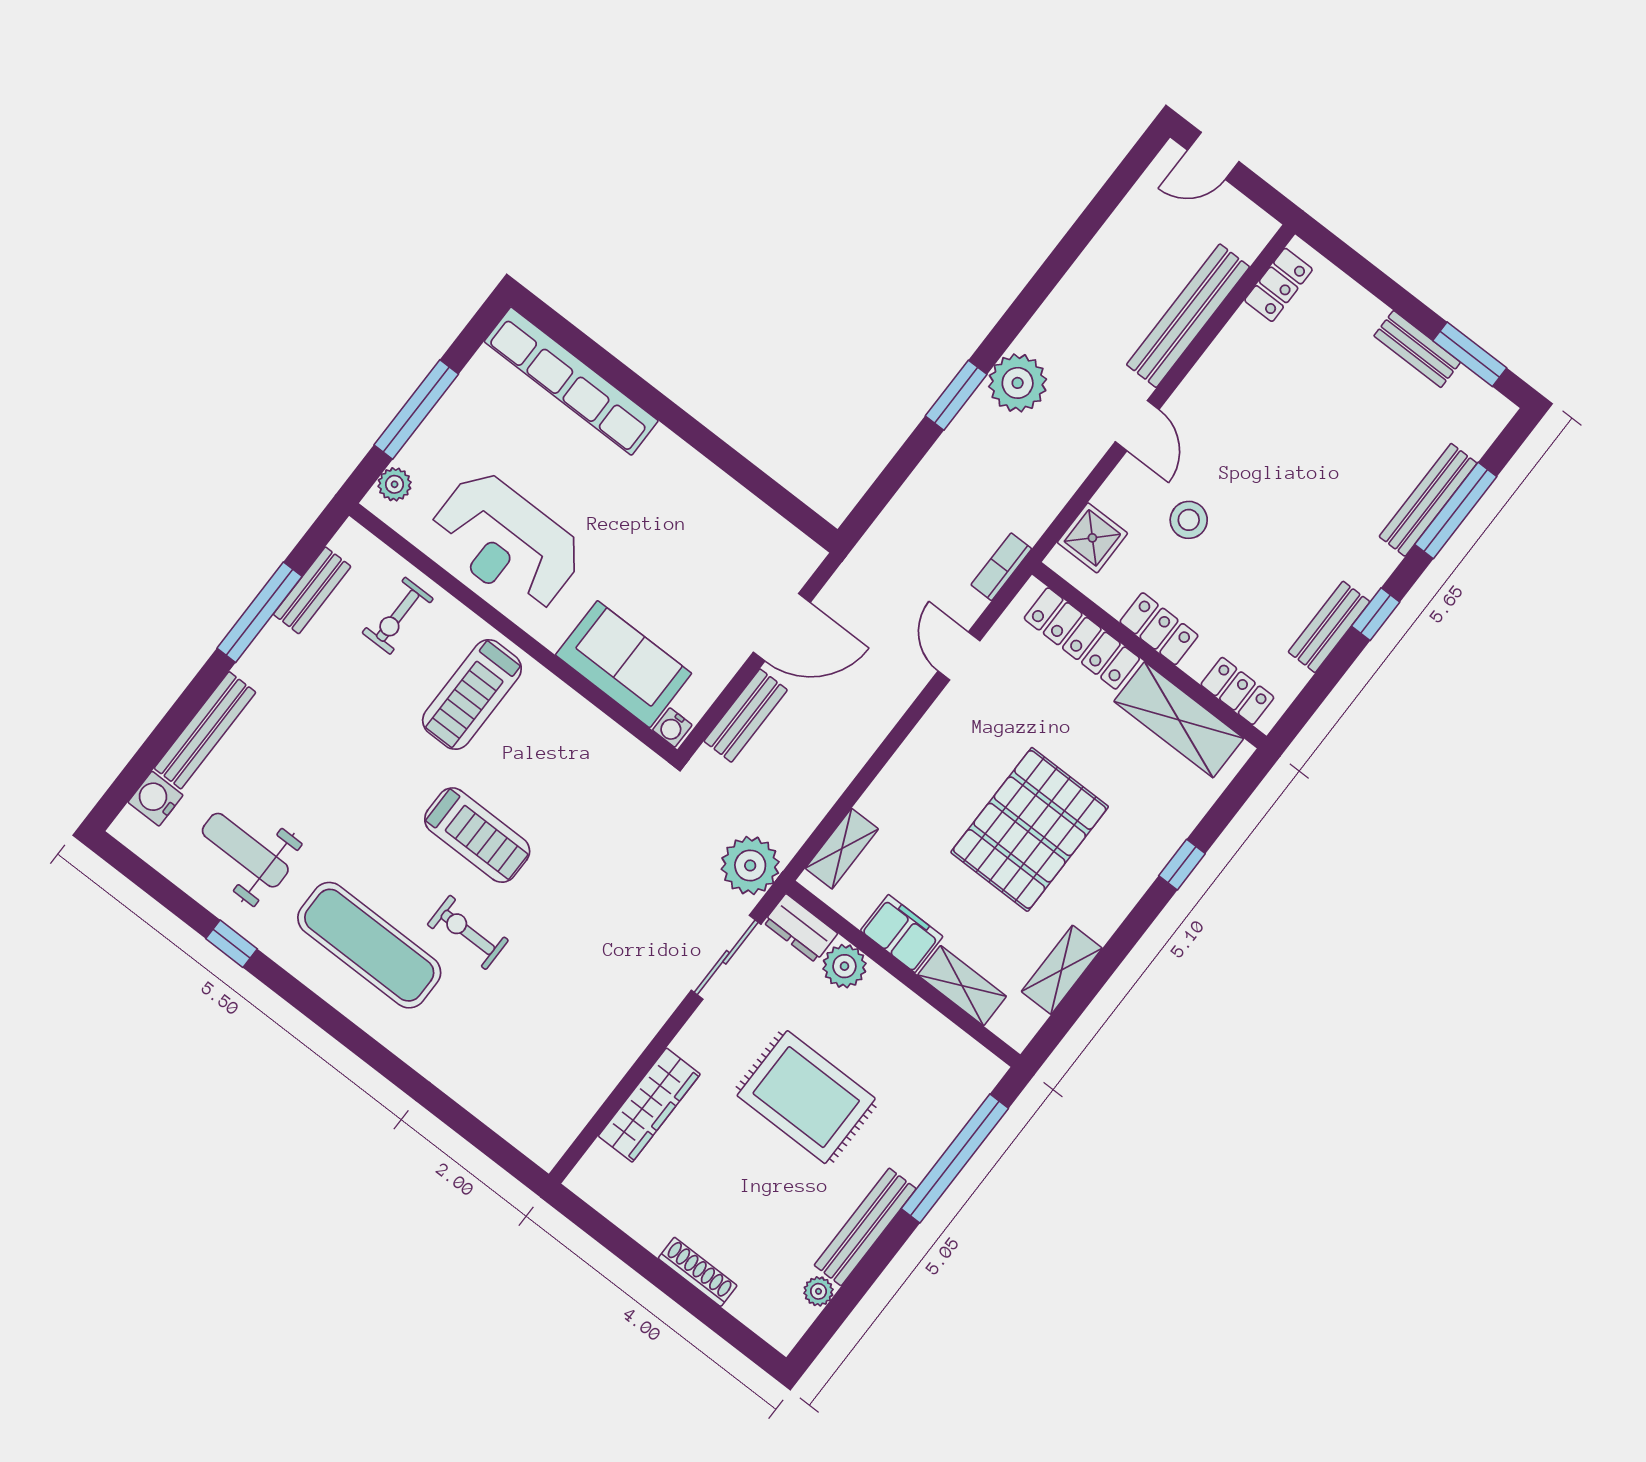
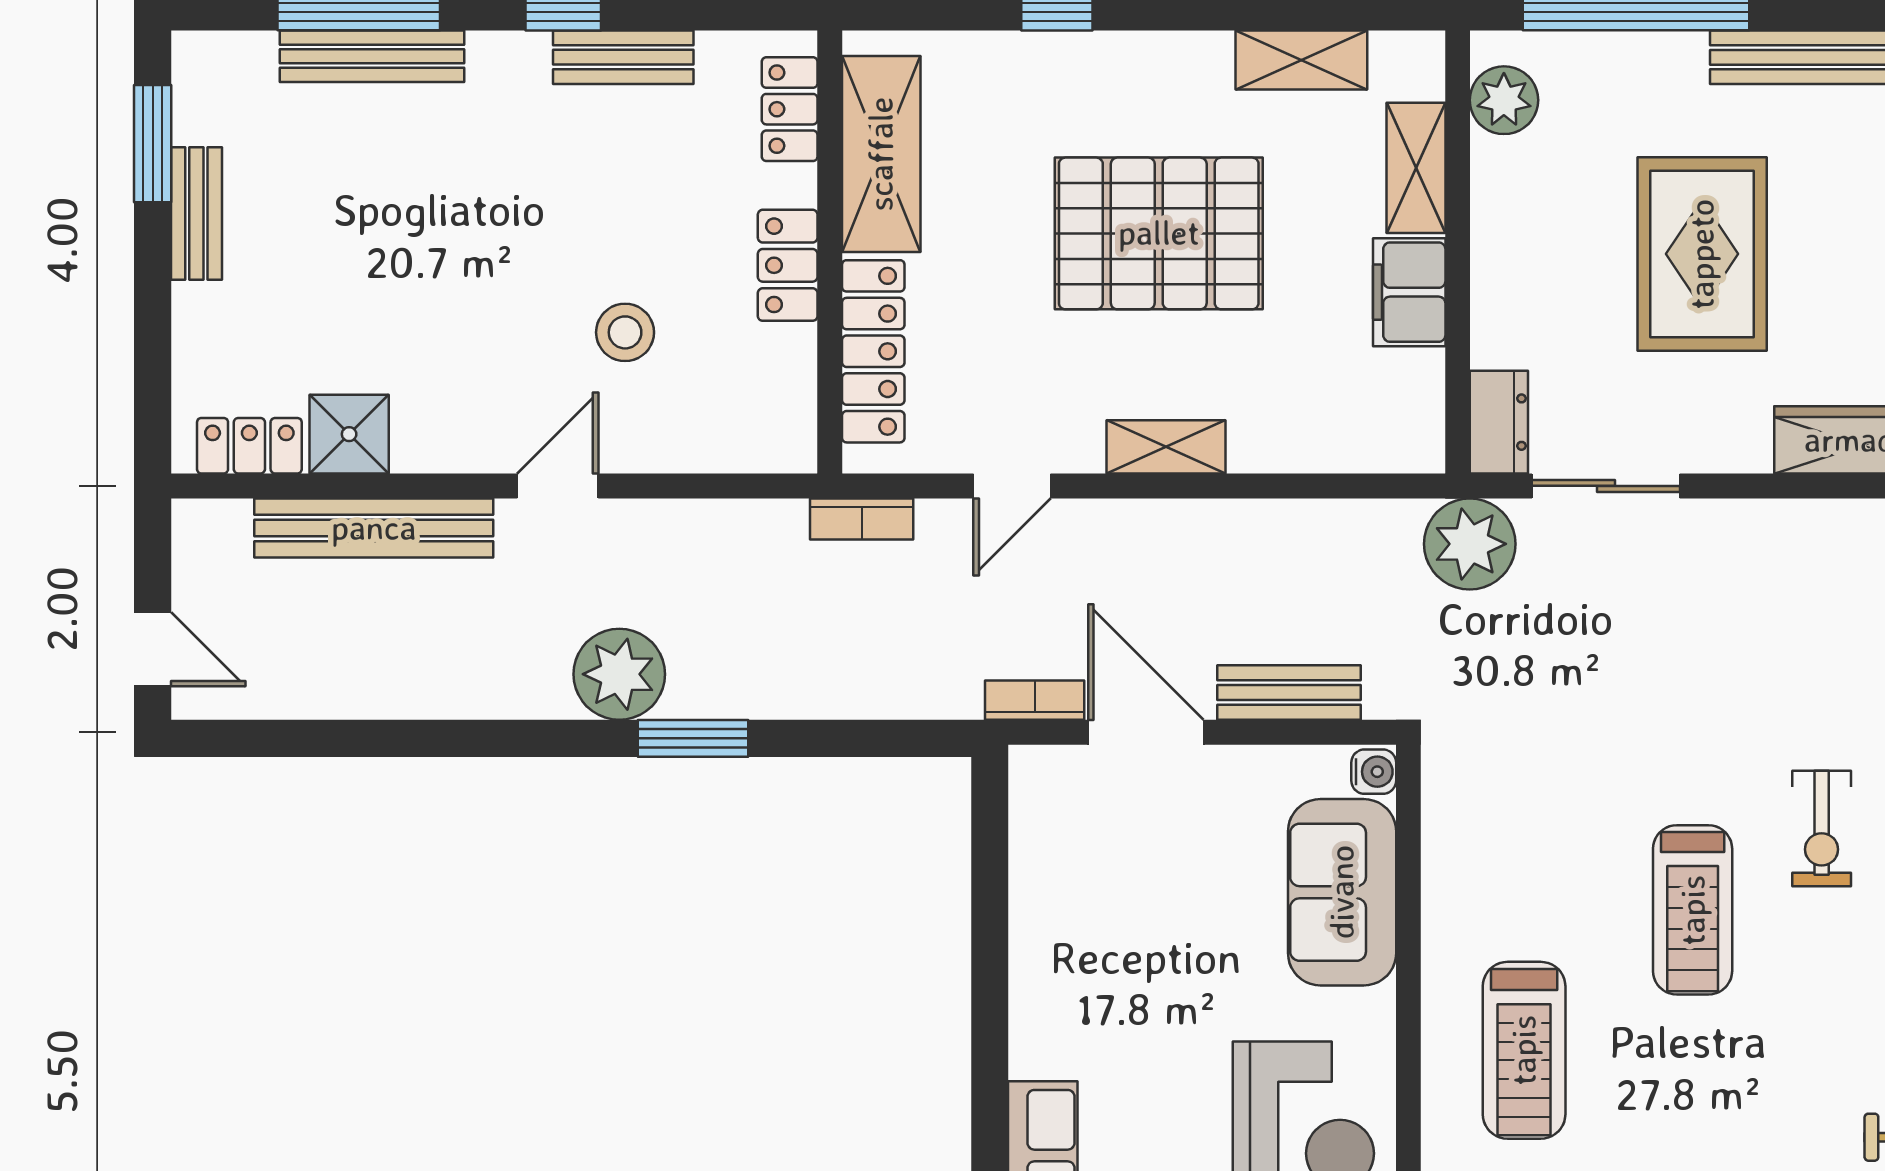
shower: (1092, 538) -> (349, 434), moved
bookcase: (842, 583) -> (1035, 700), added
treadmill: (472, 695) -> (1524, 1050), turned 90
treadmill: (477, 835) -> (1693, 910), turned 180
shelving: (842, 849) -> (1166, 447), moved
plant: (844, 966) -> (1504, 100), moved

